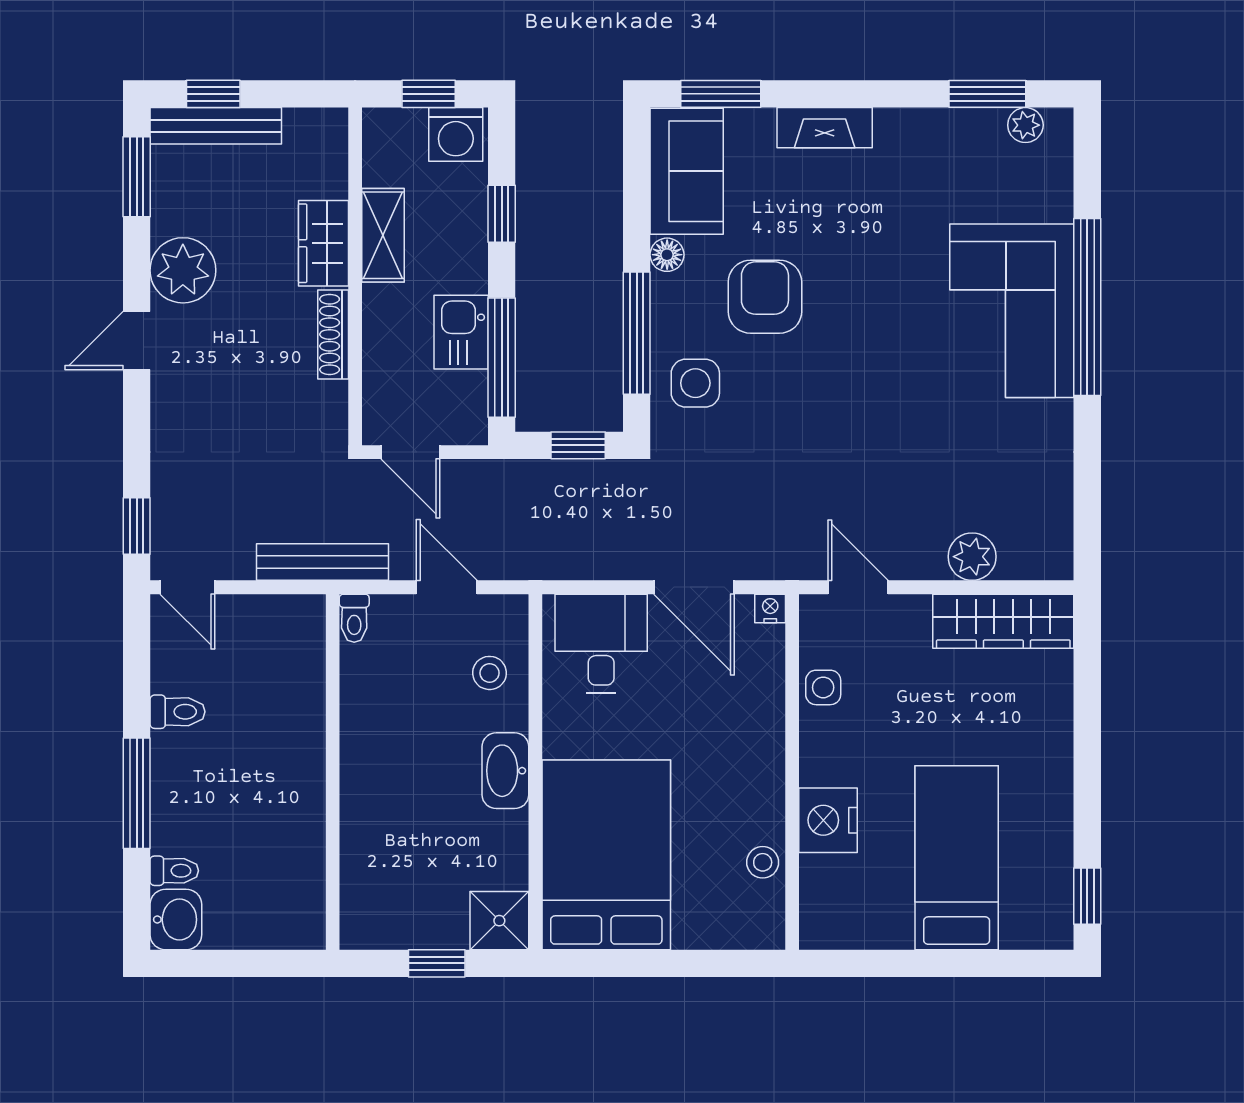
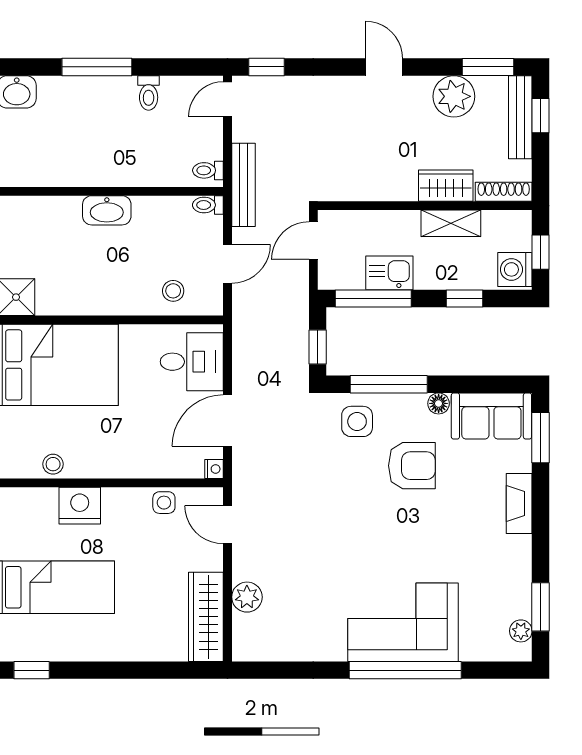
plant: (183, 270) -> (454, 96), moved
shoe rack: (333, 334) -> (504, 192), moved
door: (858, 587) -> (228, 525), swing flipped
washbasin: (505, 771) -> (107, 210), moved, turned 180
toilet: (174, 871) -> (208, 170), moved, turned 90

